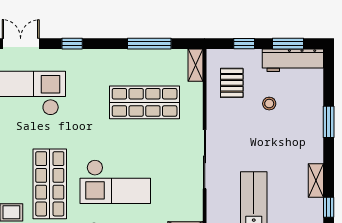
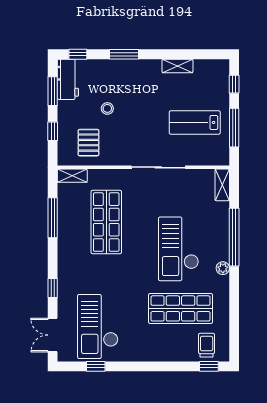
workbench: (293, 60) -> (68, 79), width x0.73
pallet: (232, 83) -> (88, 143), turned 90
checkout: (115, 182) -> (179, 249), turned 180
window: (329, 207) -> (78, 54), moved

